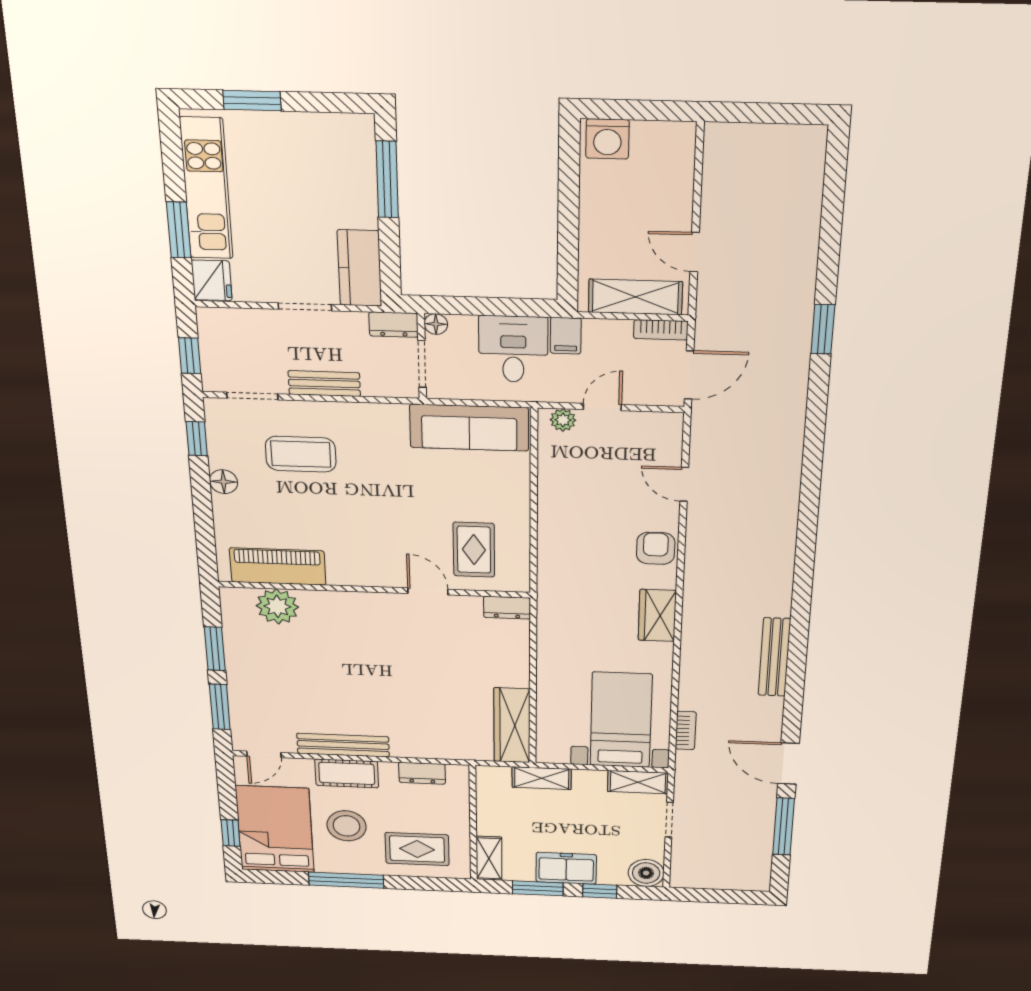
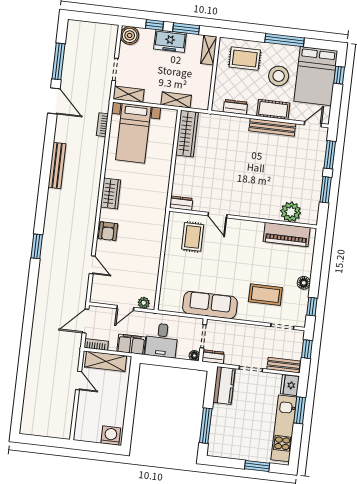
window: (823, 329) -> (37, 246), moved
filing cabinet: (566, 336) -> (131, 344), width x2.00
bench: (324, 384) -> (284, 365), moved
sofa: (469, 428) -> (210, 305), moved

